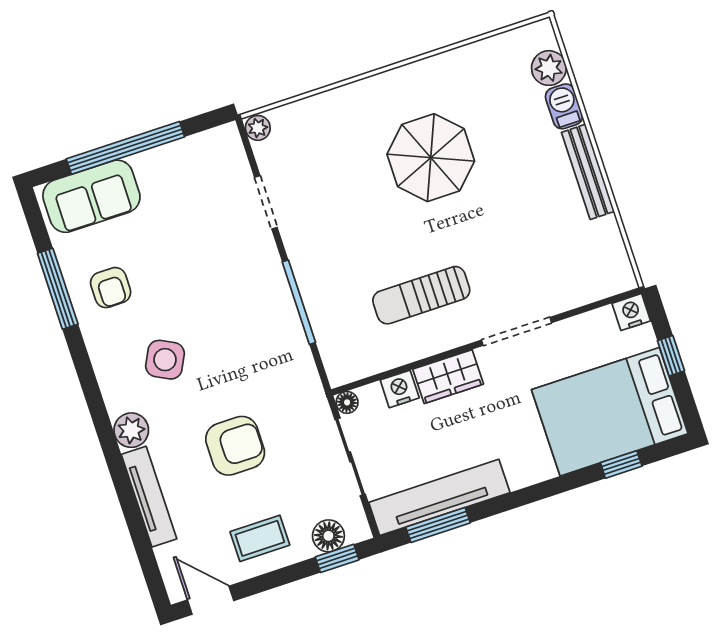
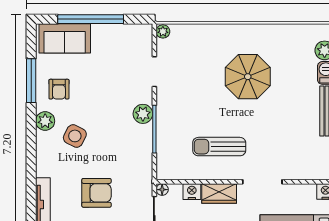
plant: (270, 282) -> (143, 114), added
plant: (131, 430) -> (45, 121), moved

